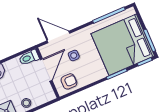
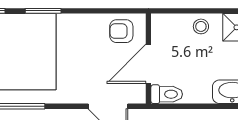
side table: (74, 55) -> (97, 68), removed

